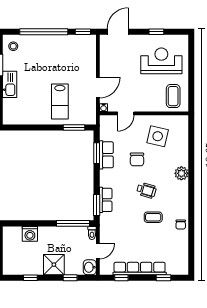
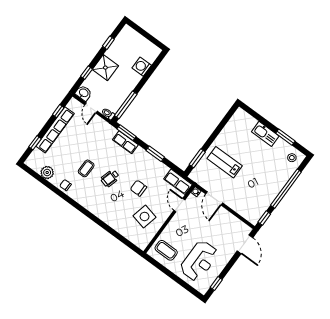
window: (156, 32) -> (216, 283), moved
window: (97, 153) -> (155, 154), moved
row of seats: (106, 155) -> (178, 182), moved
plant: (181, 173) -> (47, 172), moved

